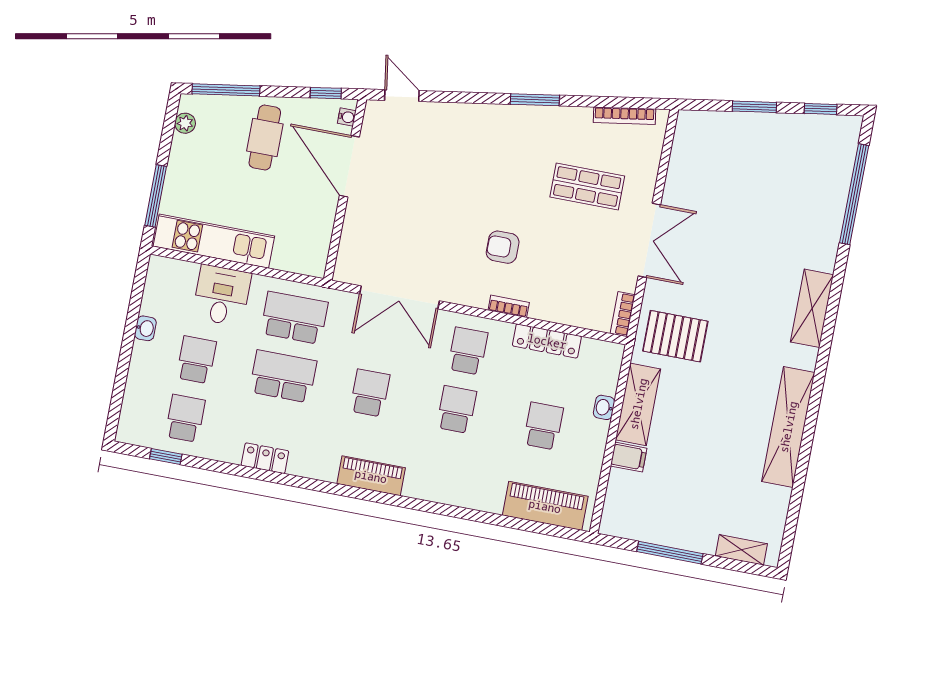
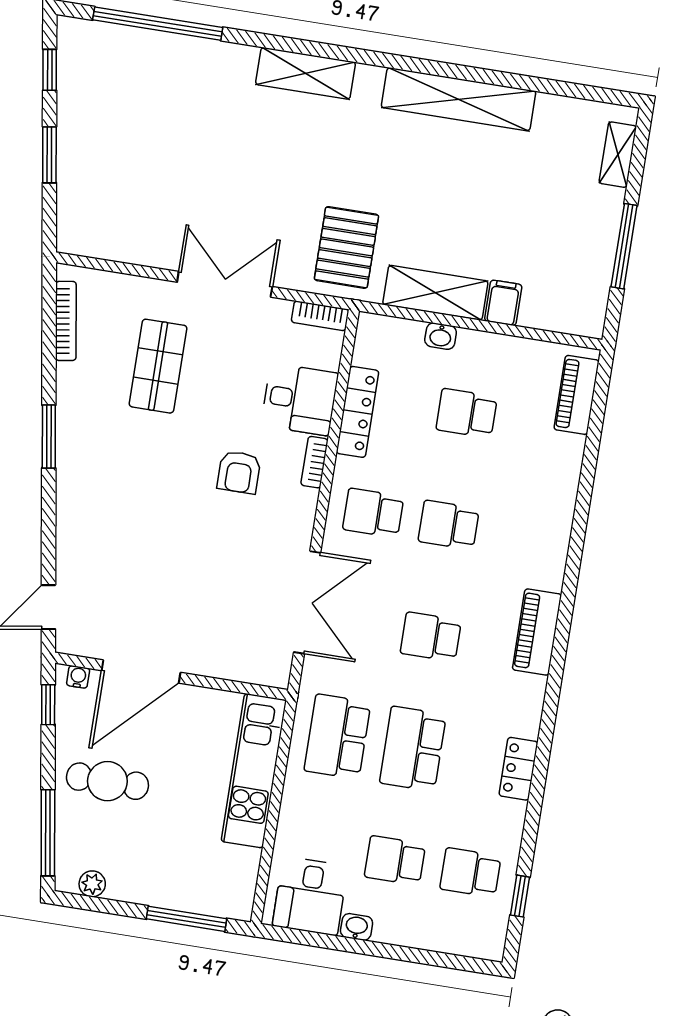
kitchen unit: (214, 241) -> (254, 771), moved
desk: (222, 295) -> (310, 896), moved, turned -90
desk: (558, 296) -> (300, 399), added
piano: (545, 506) -> (577, 395), width x0.73, depth x0.75

